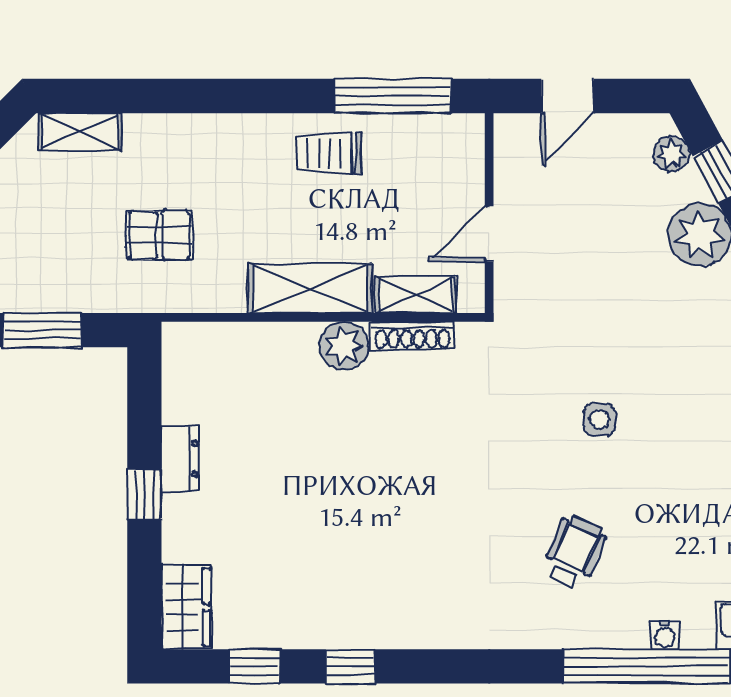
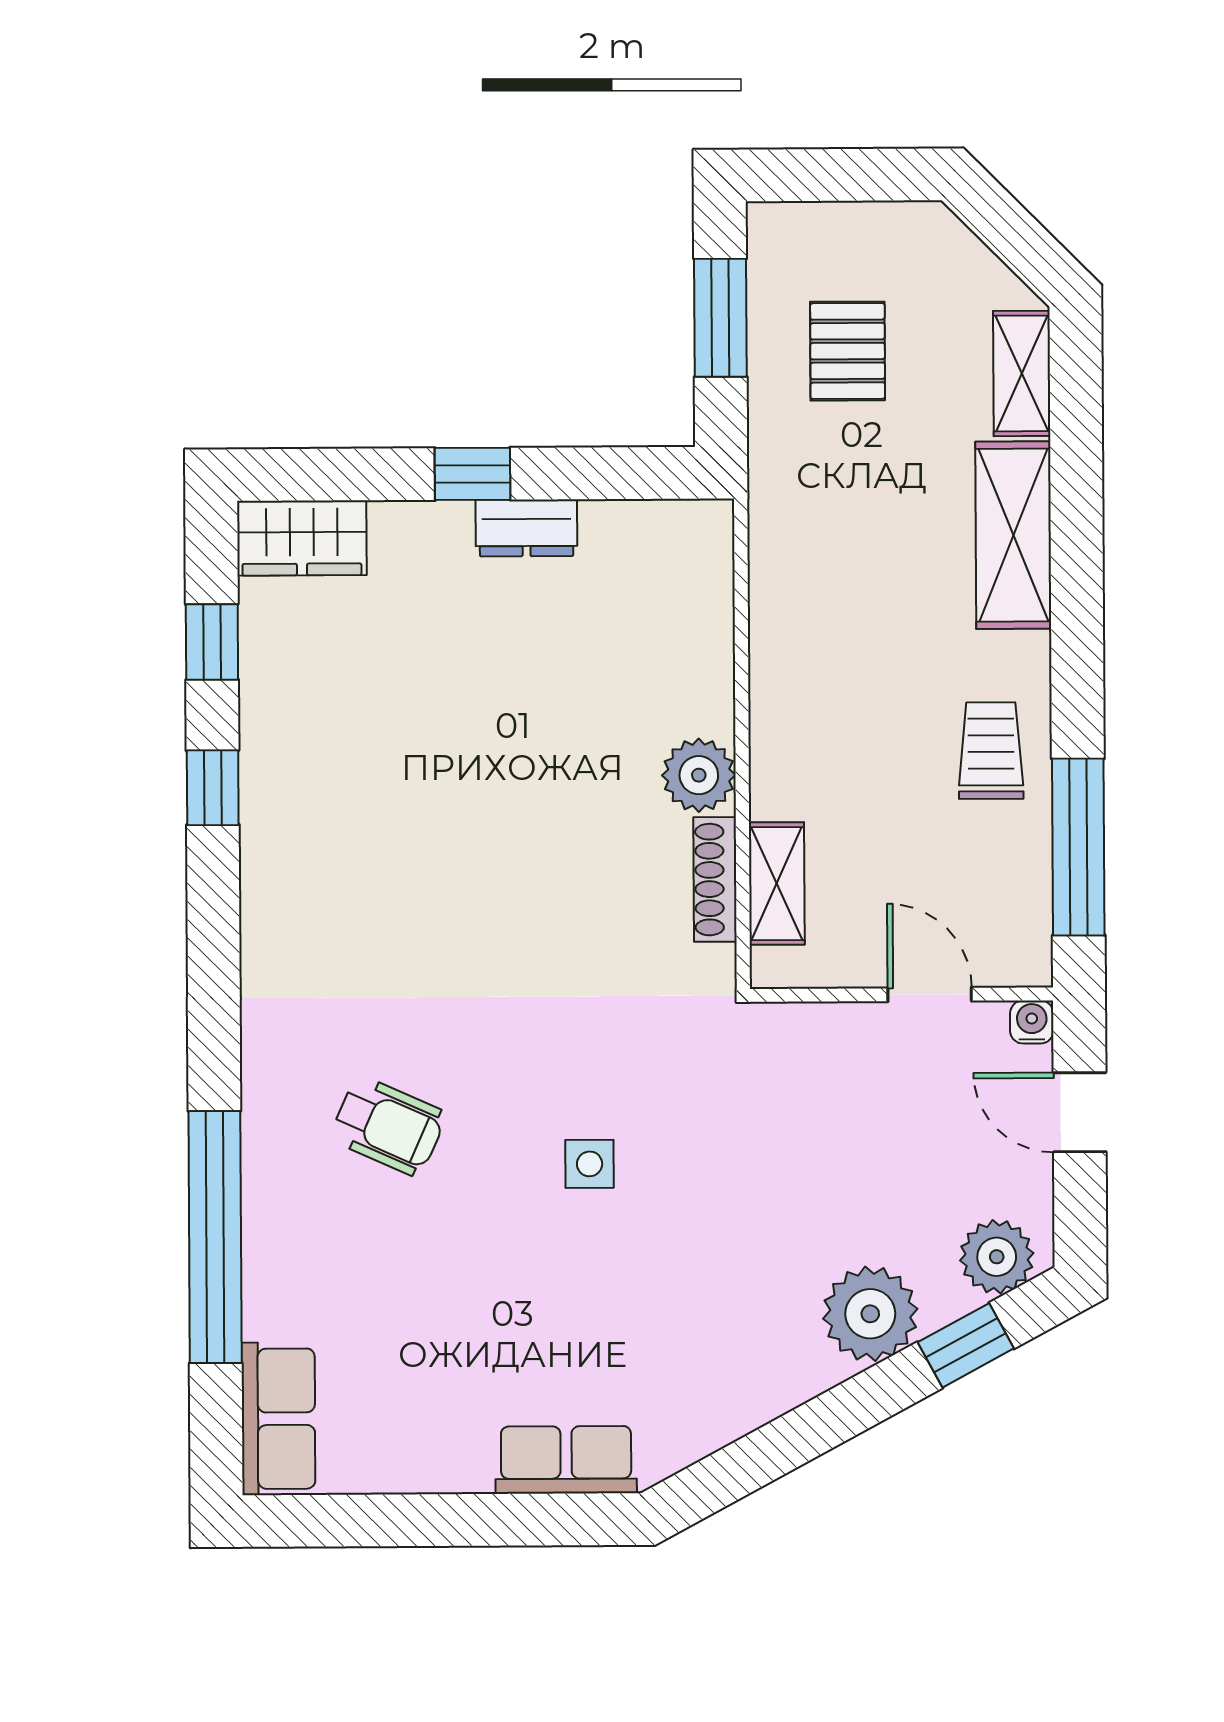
plant: (671, 154) -> (997, 1257), width x1.38, depth x1.38
door: (489, 234) -> (930, 994), moved
pallet: (159, 235) -> (848, 351), moved
shelving: (310, 288) -> (1013, 535), moved
water cooler: (665, 635) -> (1032, 1022), moved, turned 90

